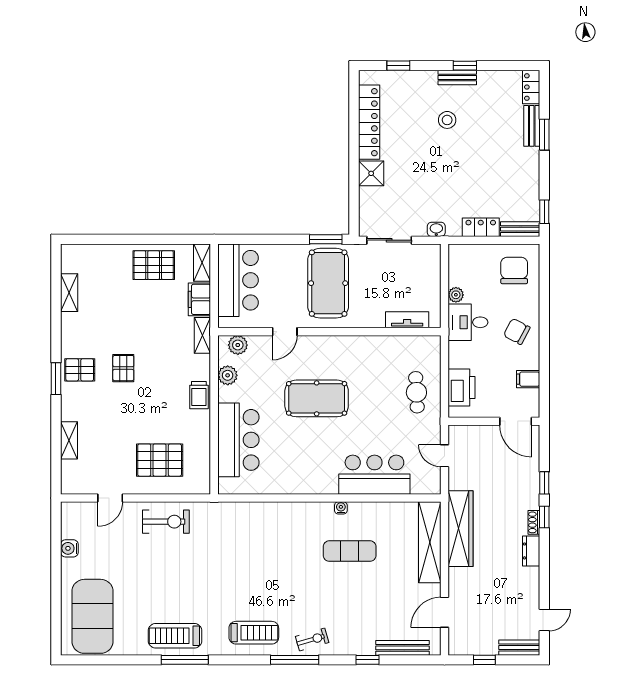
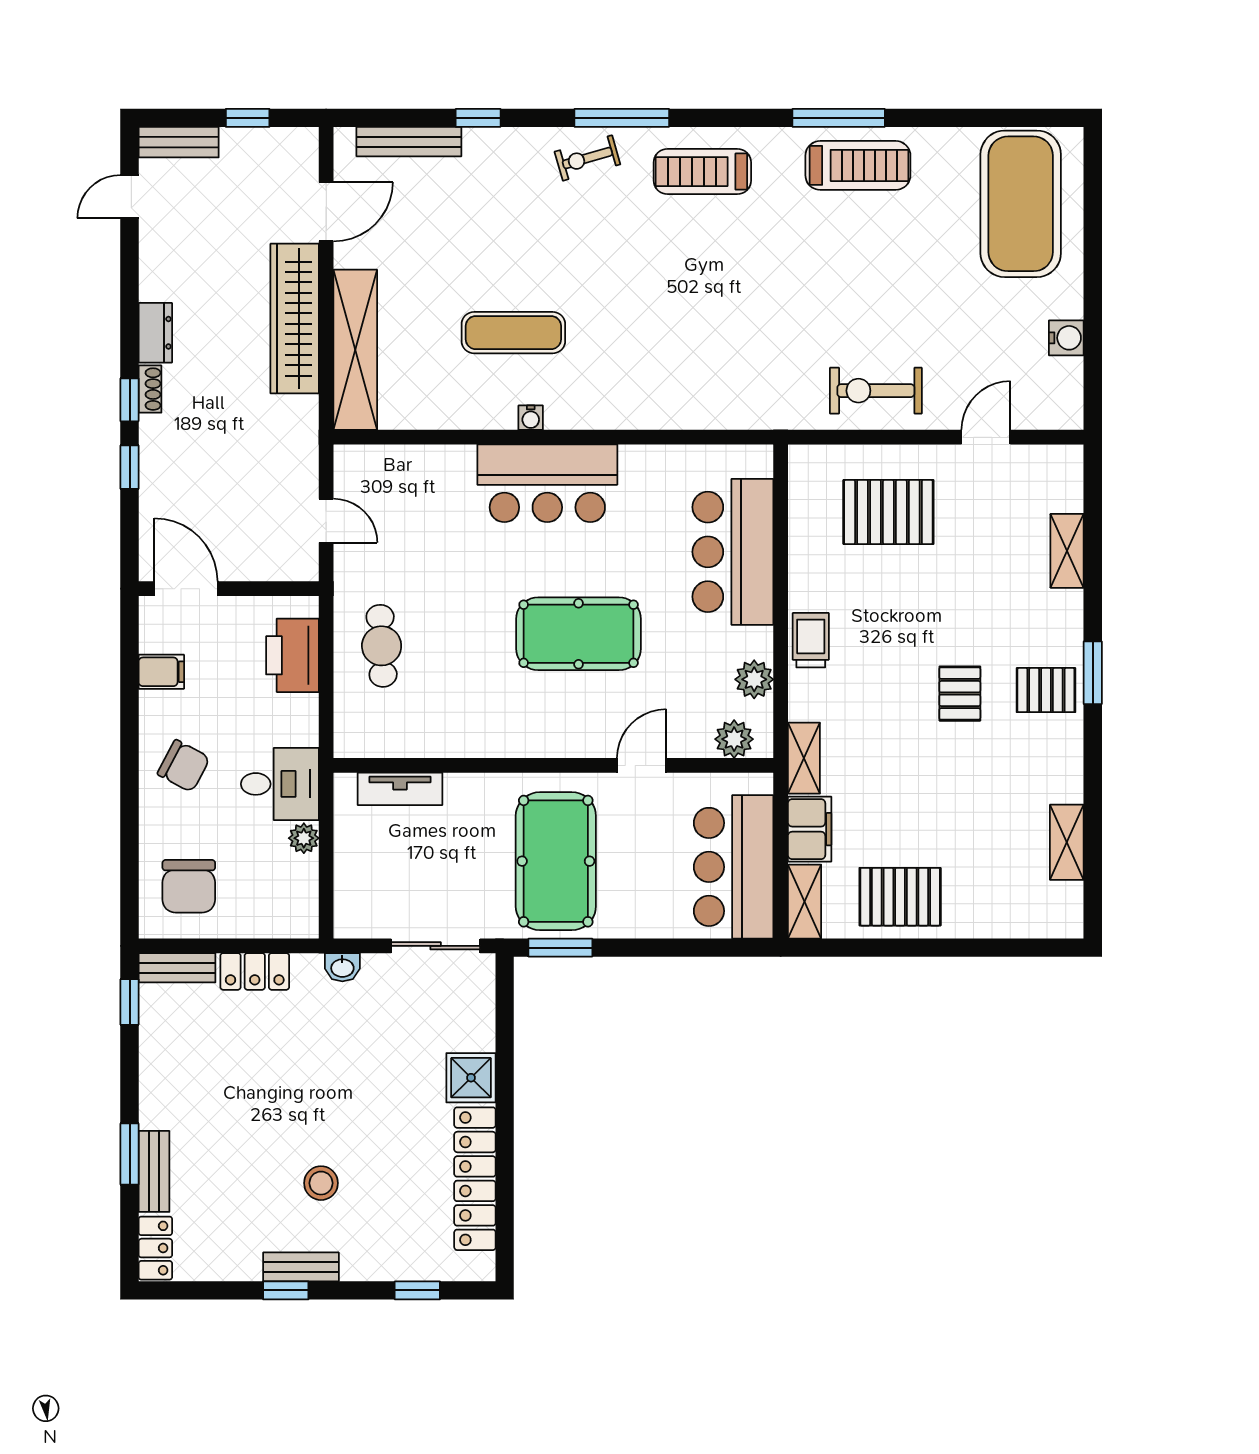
bar counter: (374, 475) -> (547, 483), moved
wardrobe: (460, 529) -> (295, 319), moved

